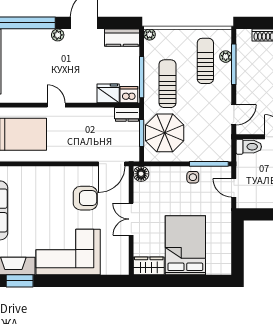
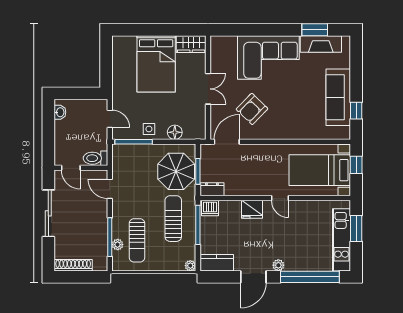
sun lounger: (167, 84) -> (173, 219), turned 180
fridge: (108, 93) -> (252, 209), moved
door: (234, 115) -> (110, 189), hinge flipped
floor lamp: (141, 174) -> (175, 132), moved
armchair: (85, 198) -> (252, 109), turned -46

